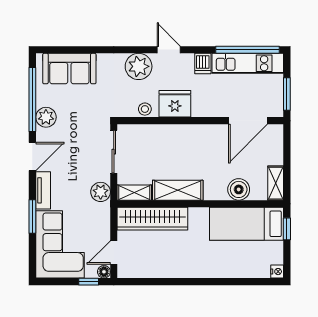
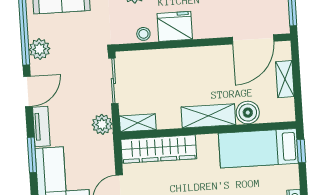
shelving: (276, 183) -> (285, 79), moved
shelving: (178, 190) -> (208, 116), moved

